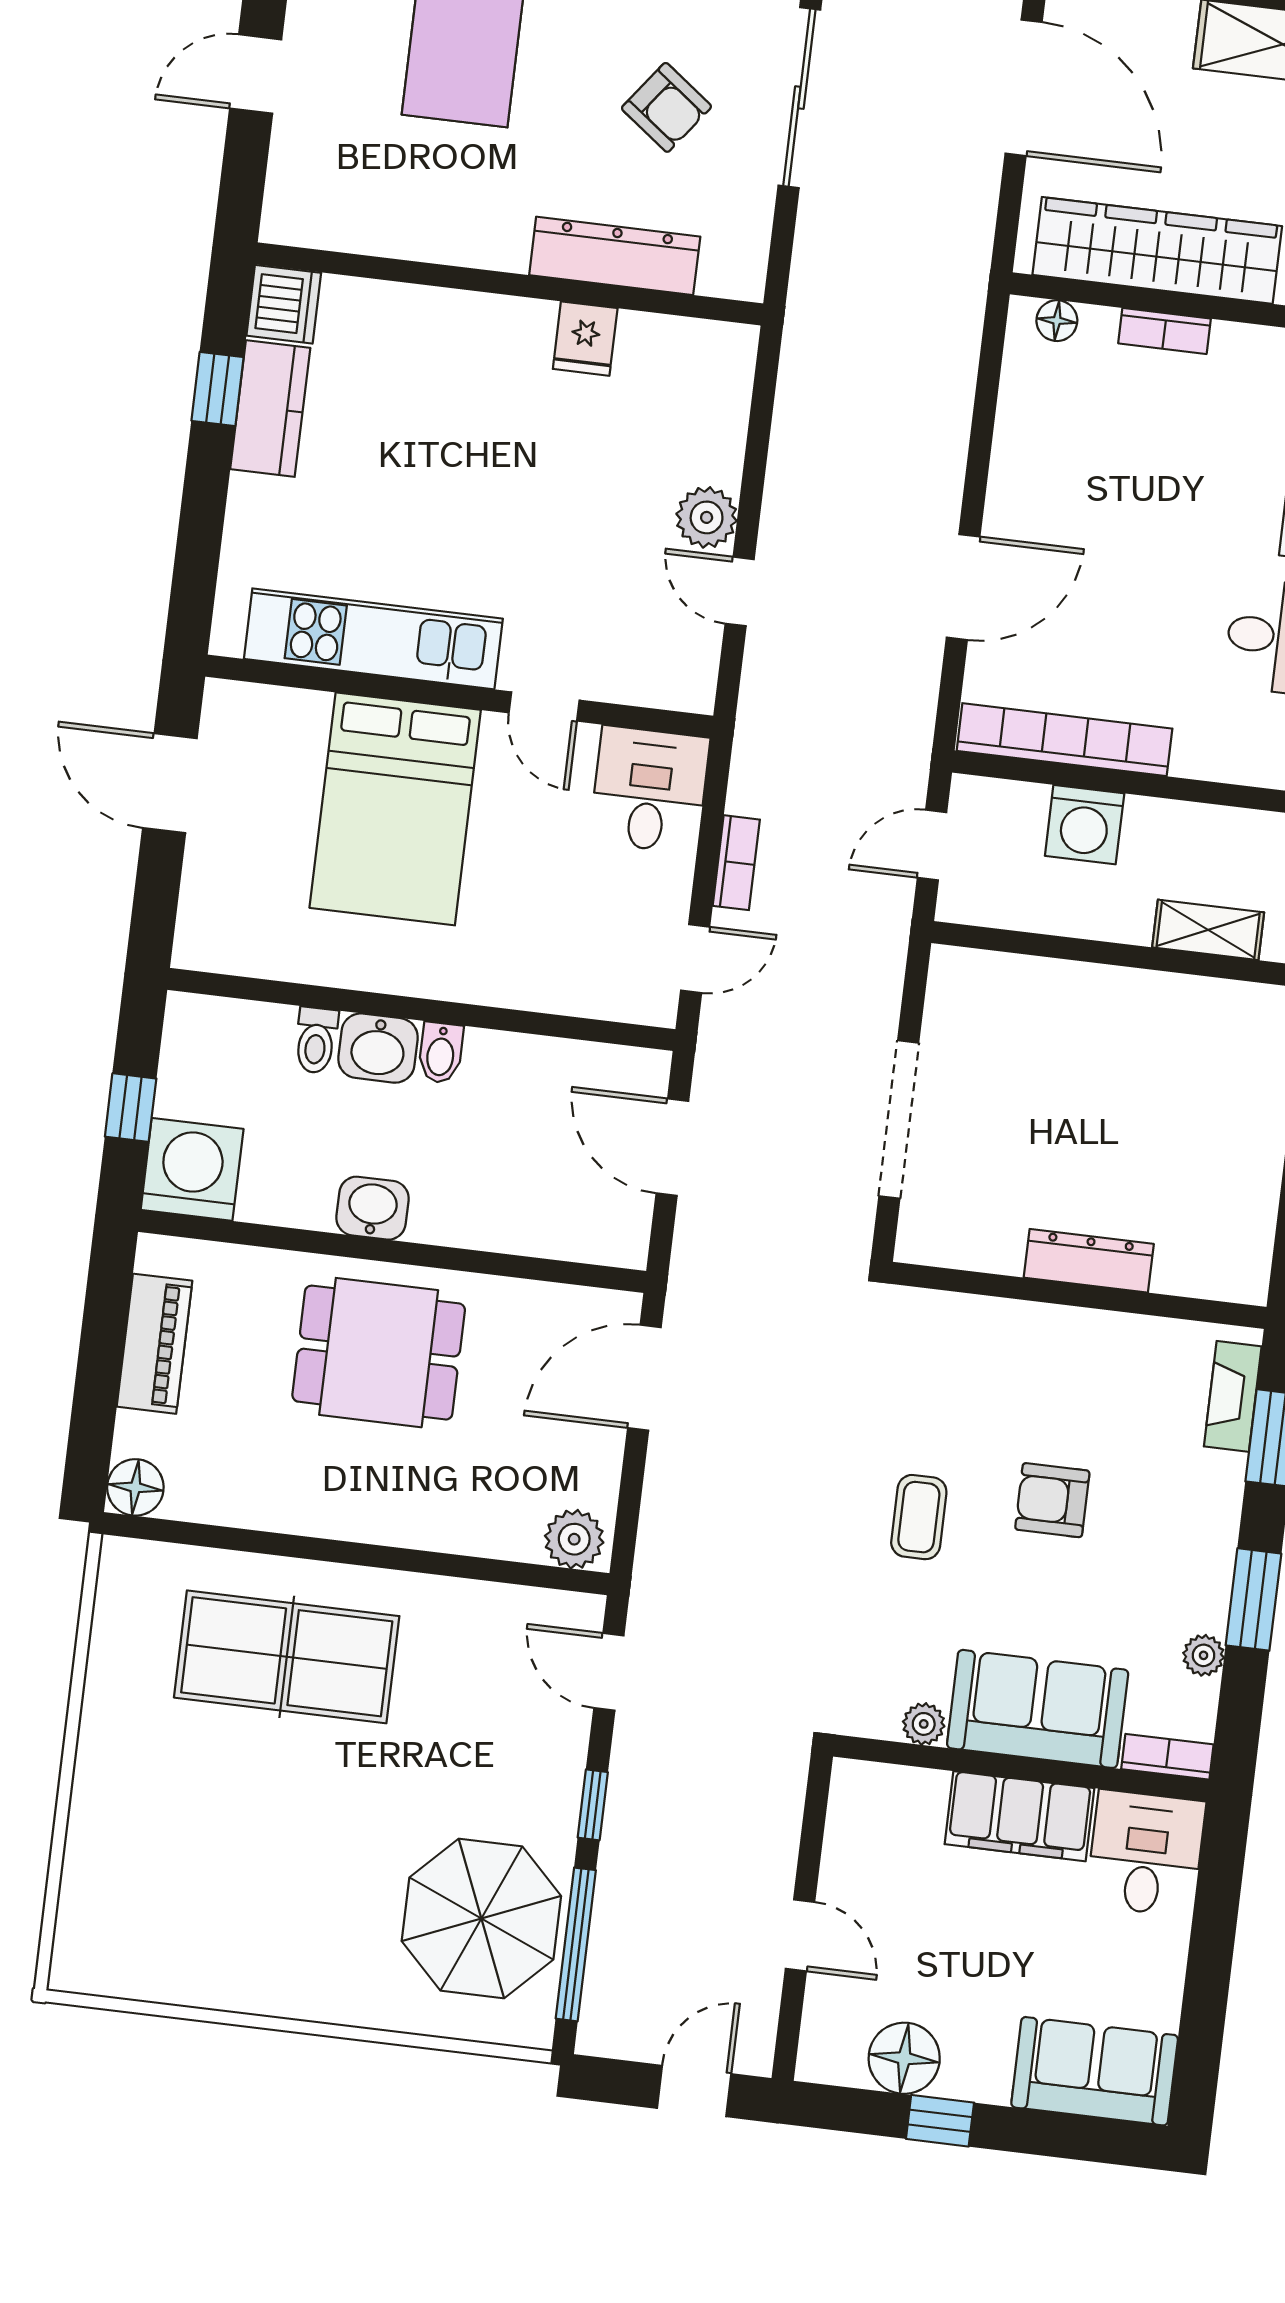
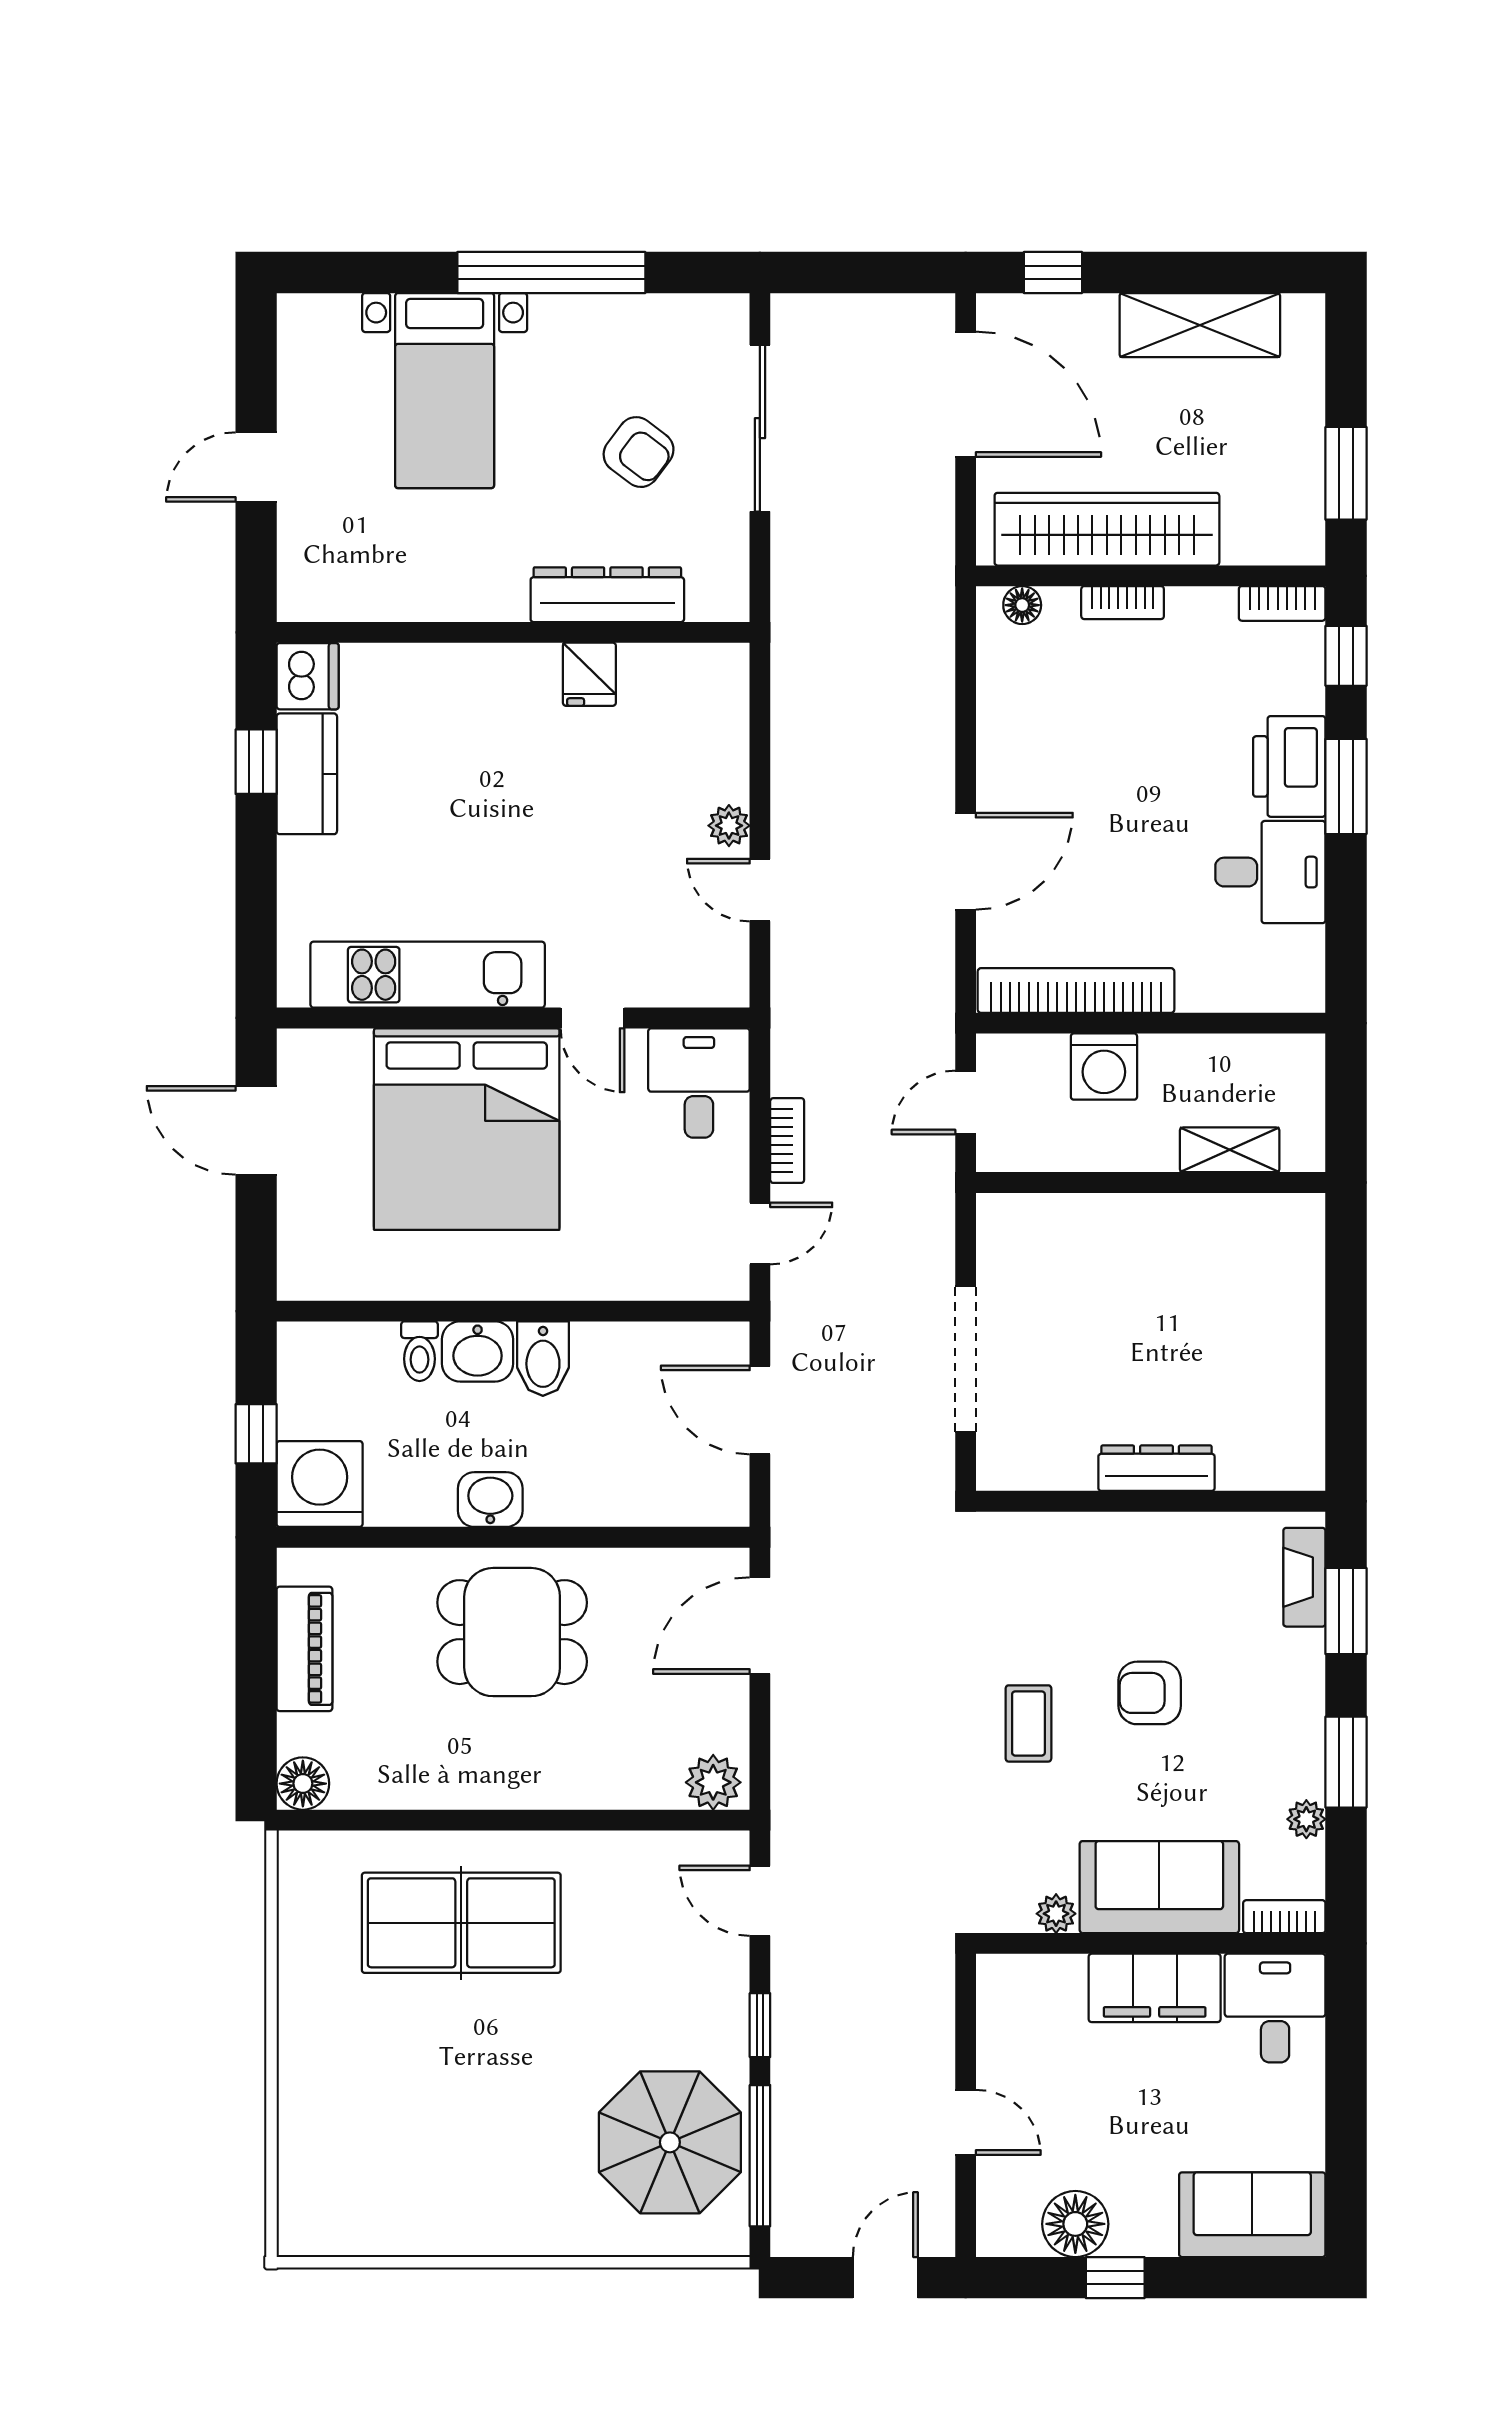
plant: (707, 517) -> (729, 826), width x0.73, depth x0.73
bed: (395, 809) -> (467, 1129), width x1.36
bidet: (441, 1053) -> (543, 1359), width x1.38, depth x1.36

